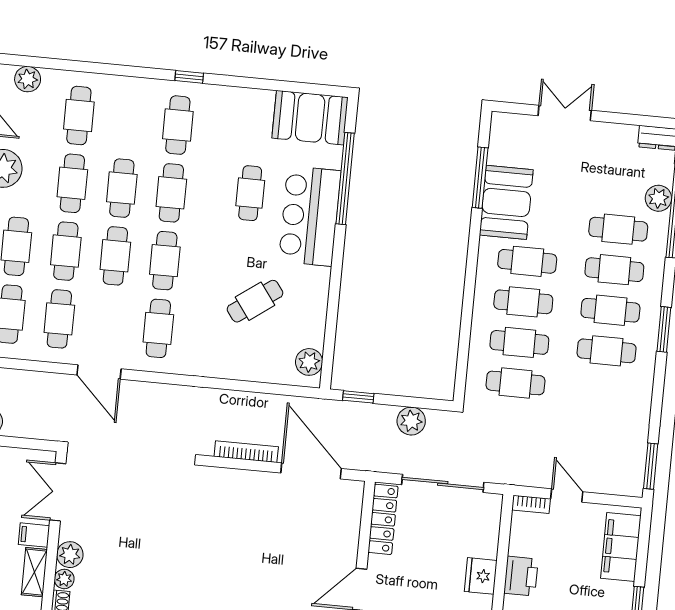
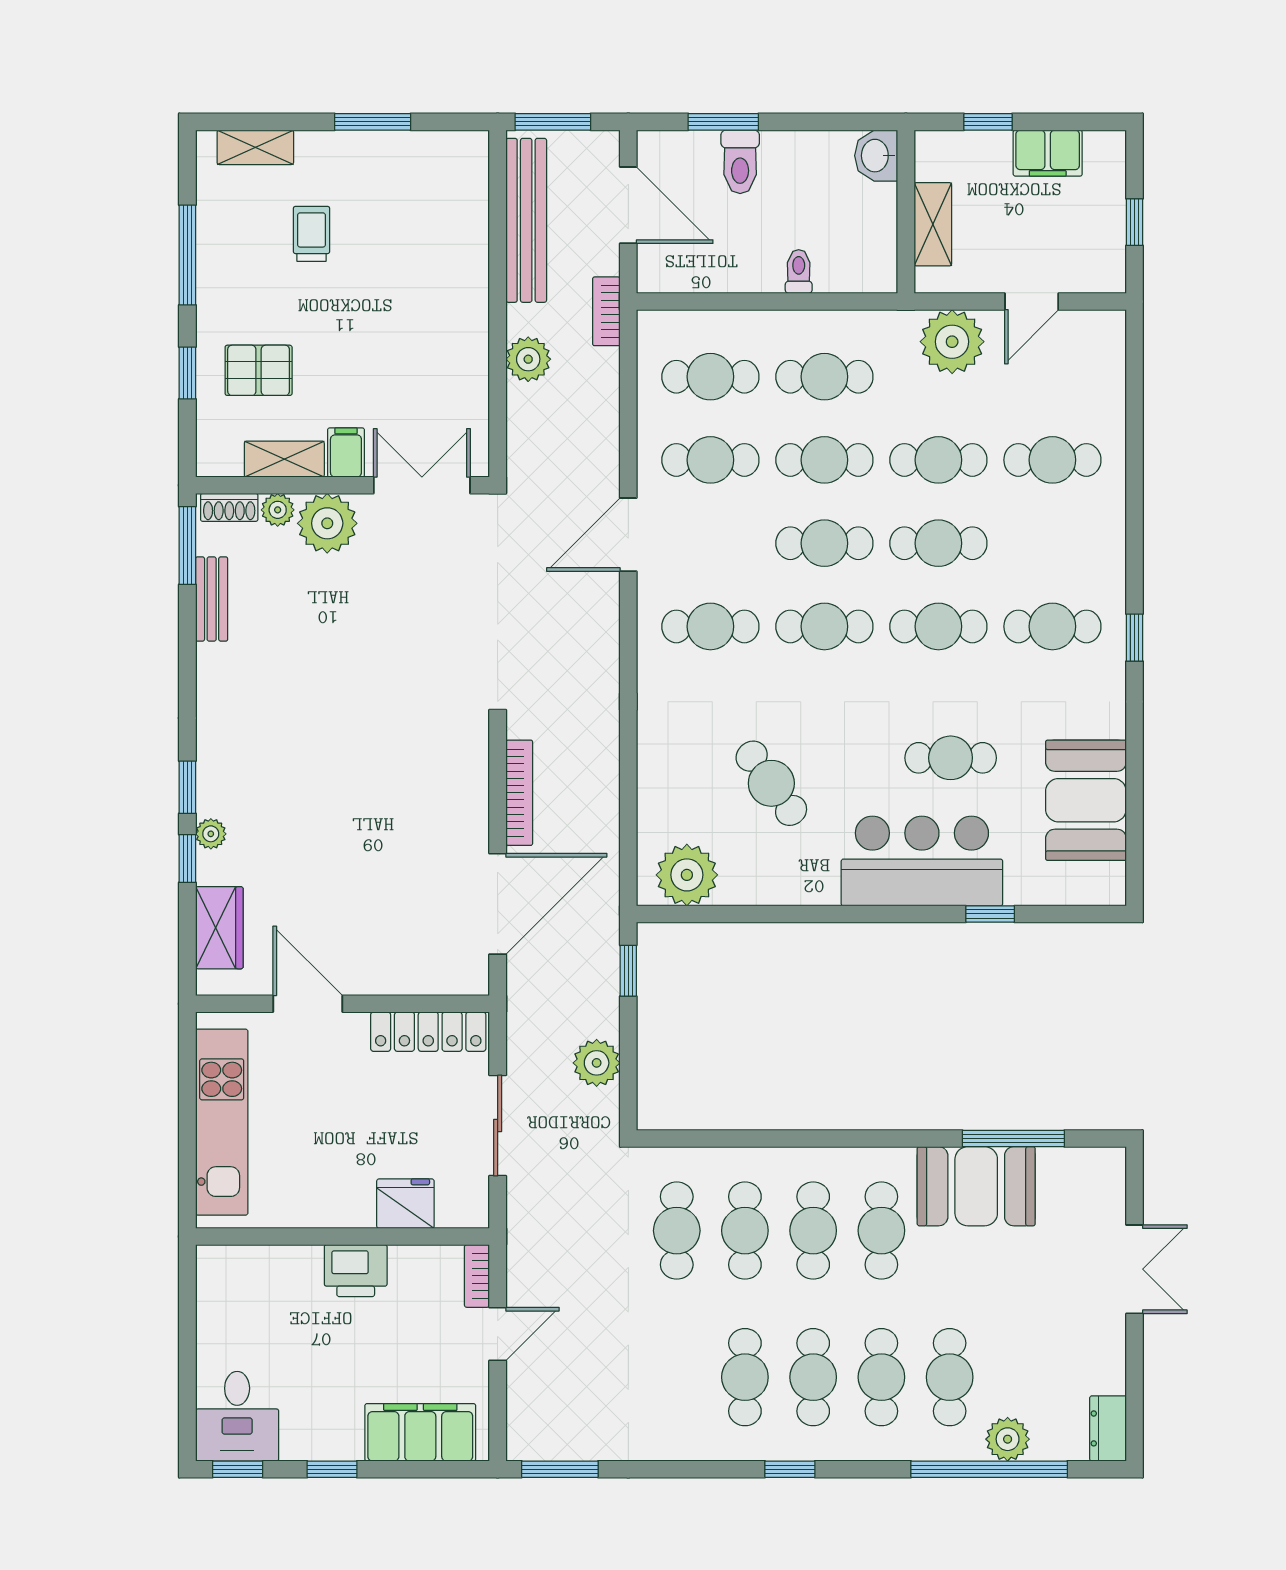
plant: (28, 79) -> (1105, 369), removed
booth: (310, 118) -> (1086, 800), moved
window: (345, 179) -> (990, 914), width x0.32
window: (664, 329) -> (790, 1469), width x0.67
plant: (309, 362) -> (687, 875), width x1.36, depth x1.36
sliding door: (443, 483) -> (498, 1125), width x0.73
plant: (70, 555) -> (327, 523), width x1.36, depth x1.36
fridge: (481, 576) -> (405, 1204), moved

